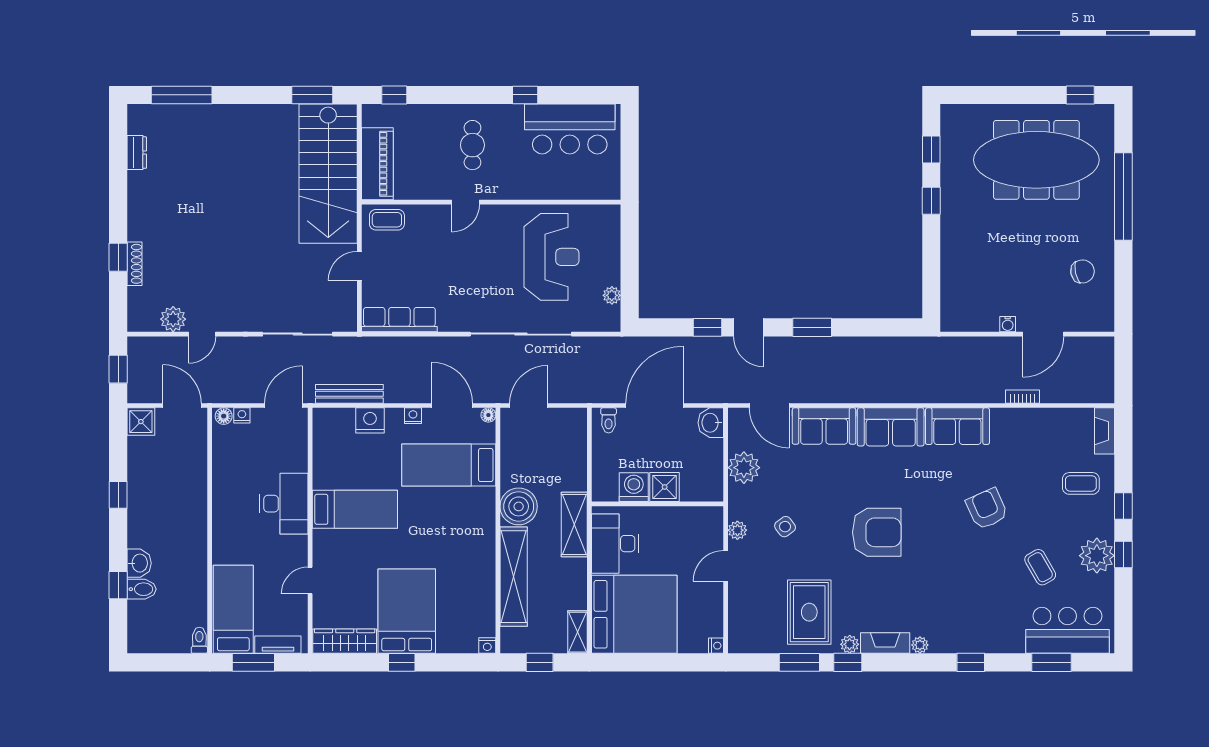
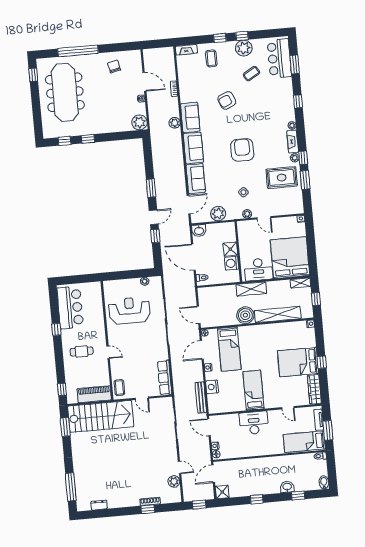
plant: (957, 315) -> (139, 122), added
plant: (949, 391) -> (175, 123), added
bidet: (142, 589) -> (324, 482), moved

